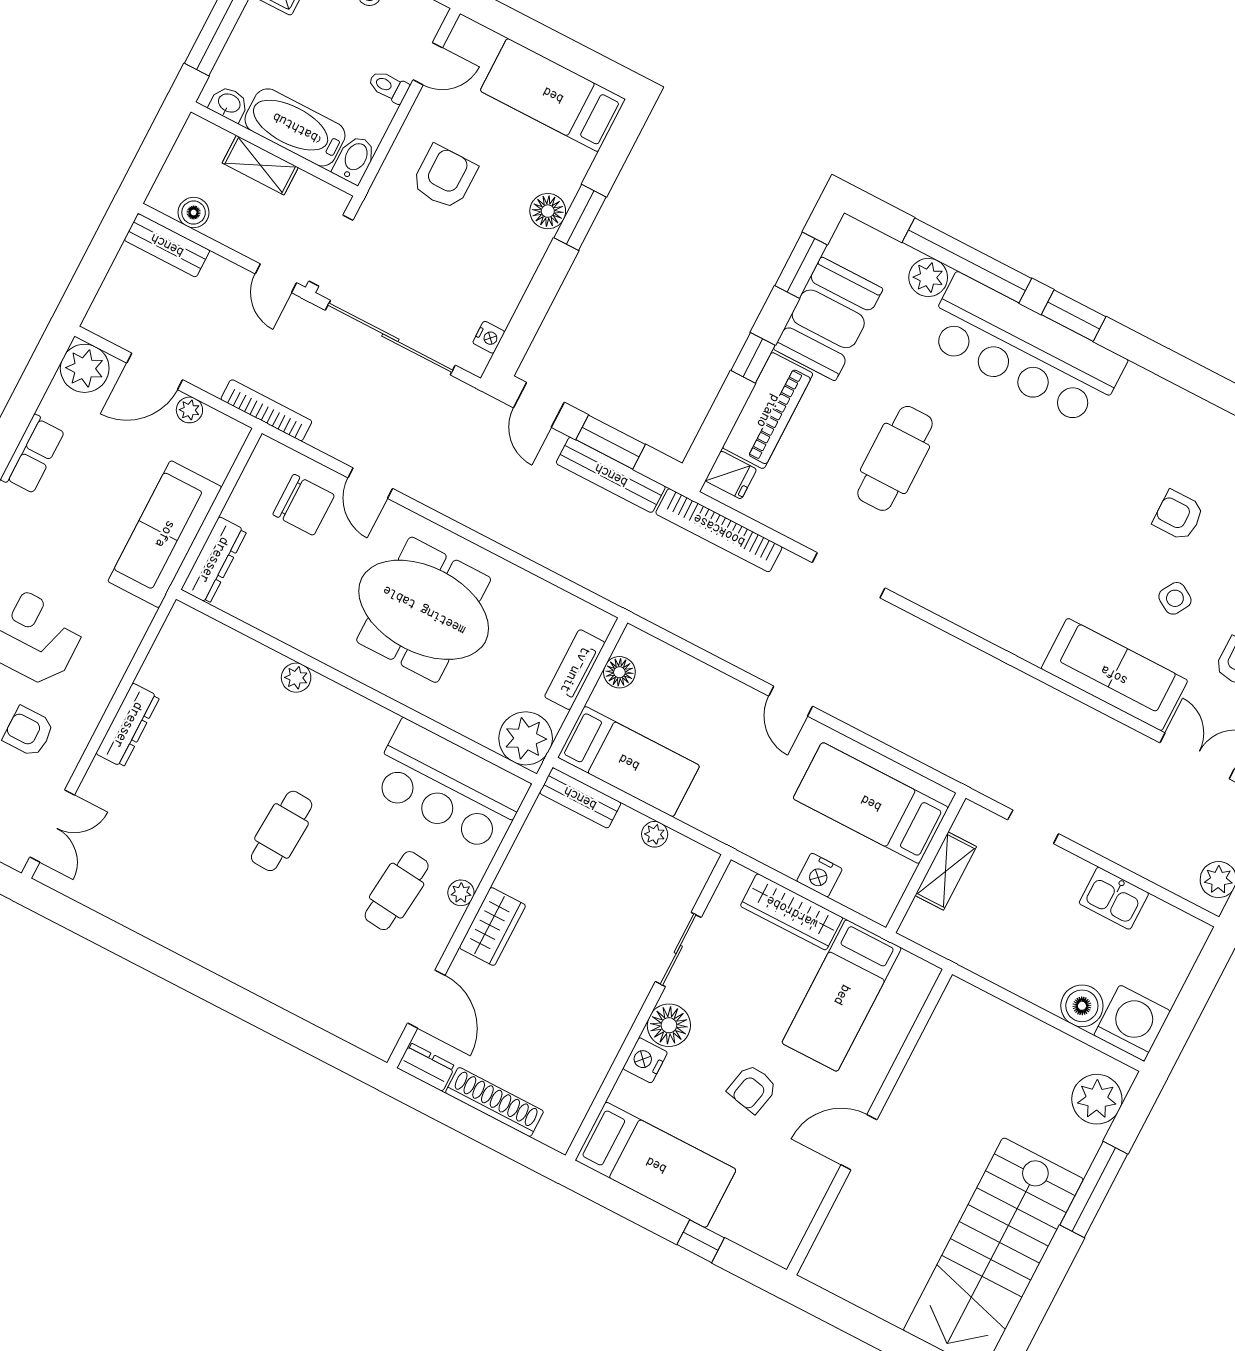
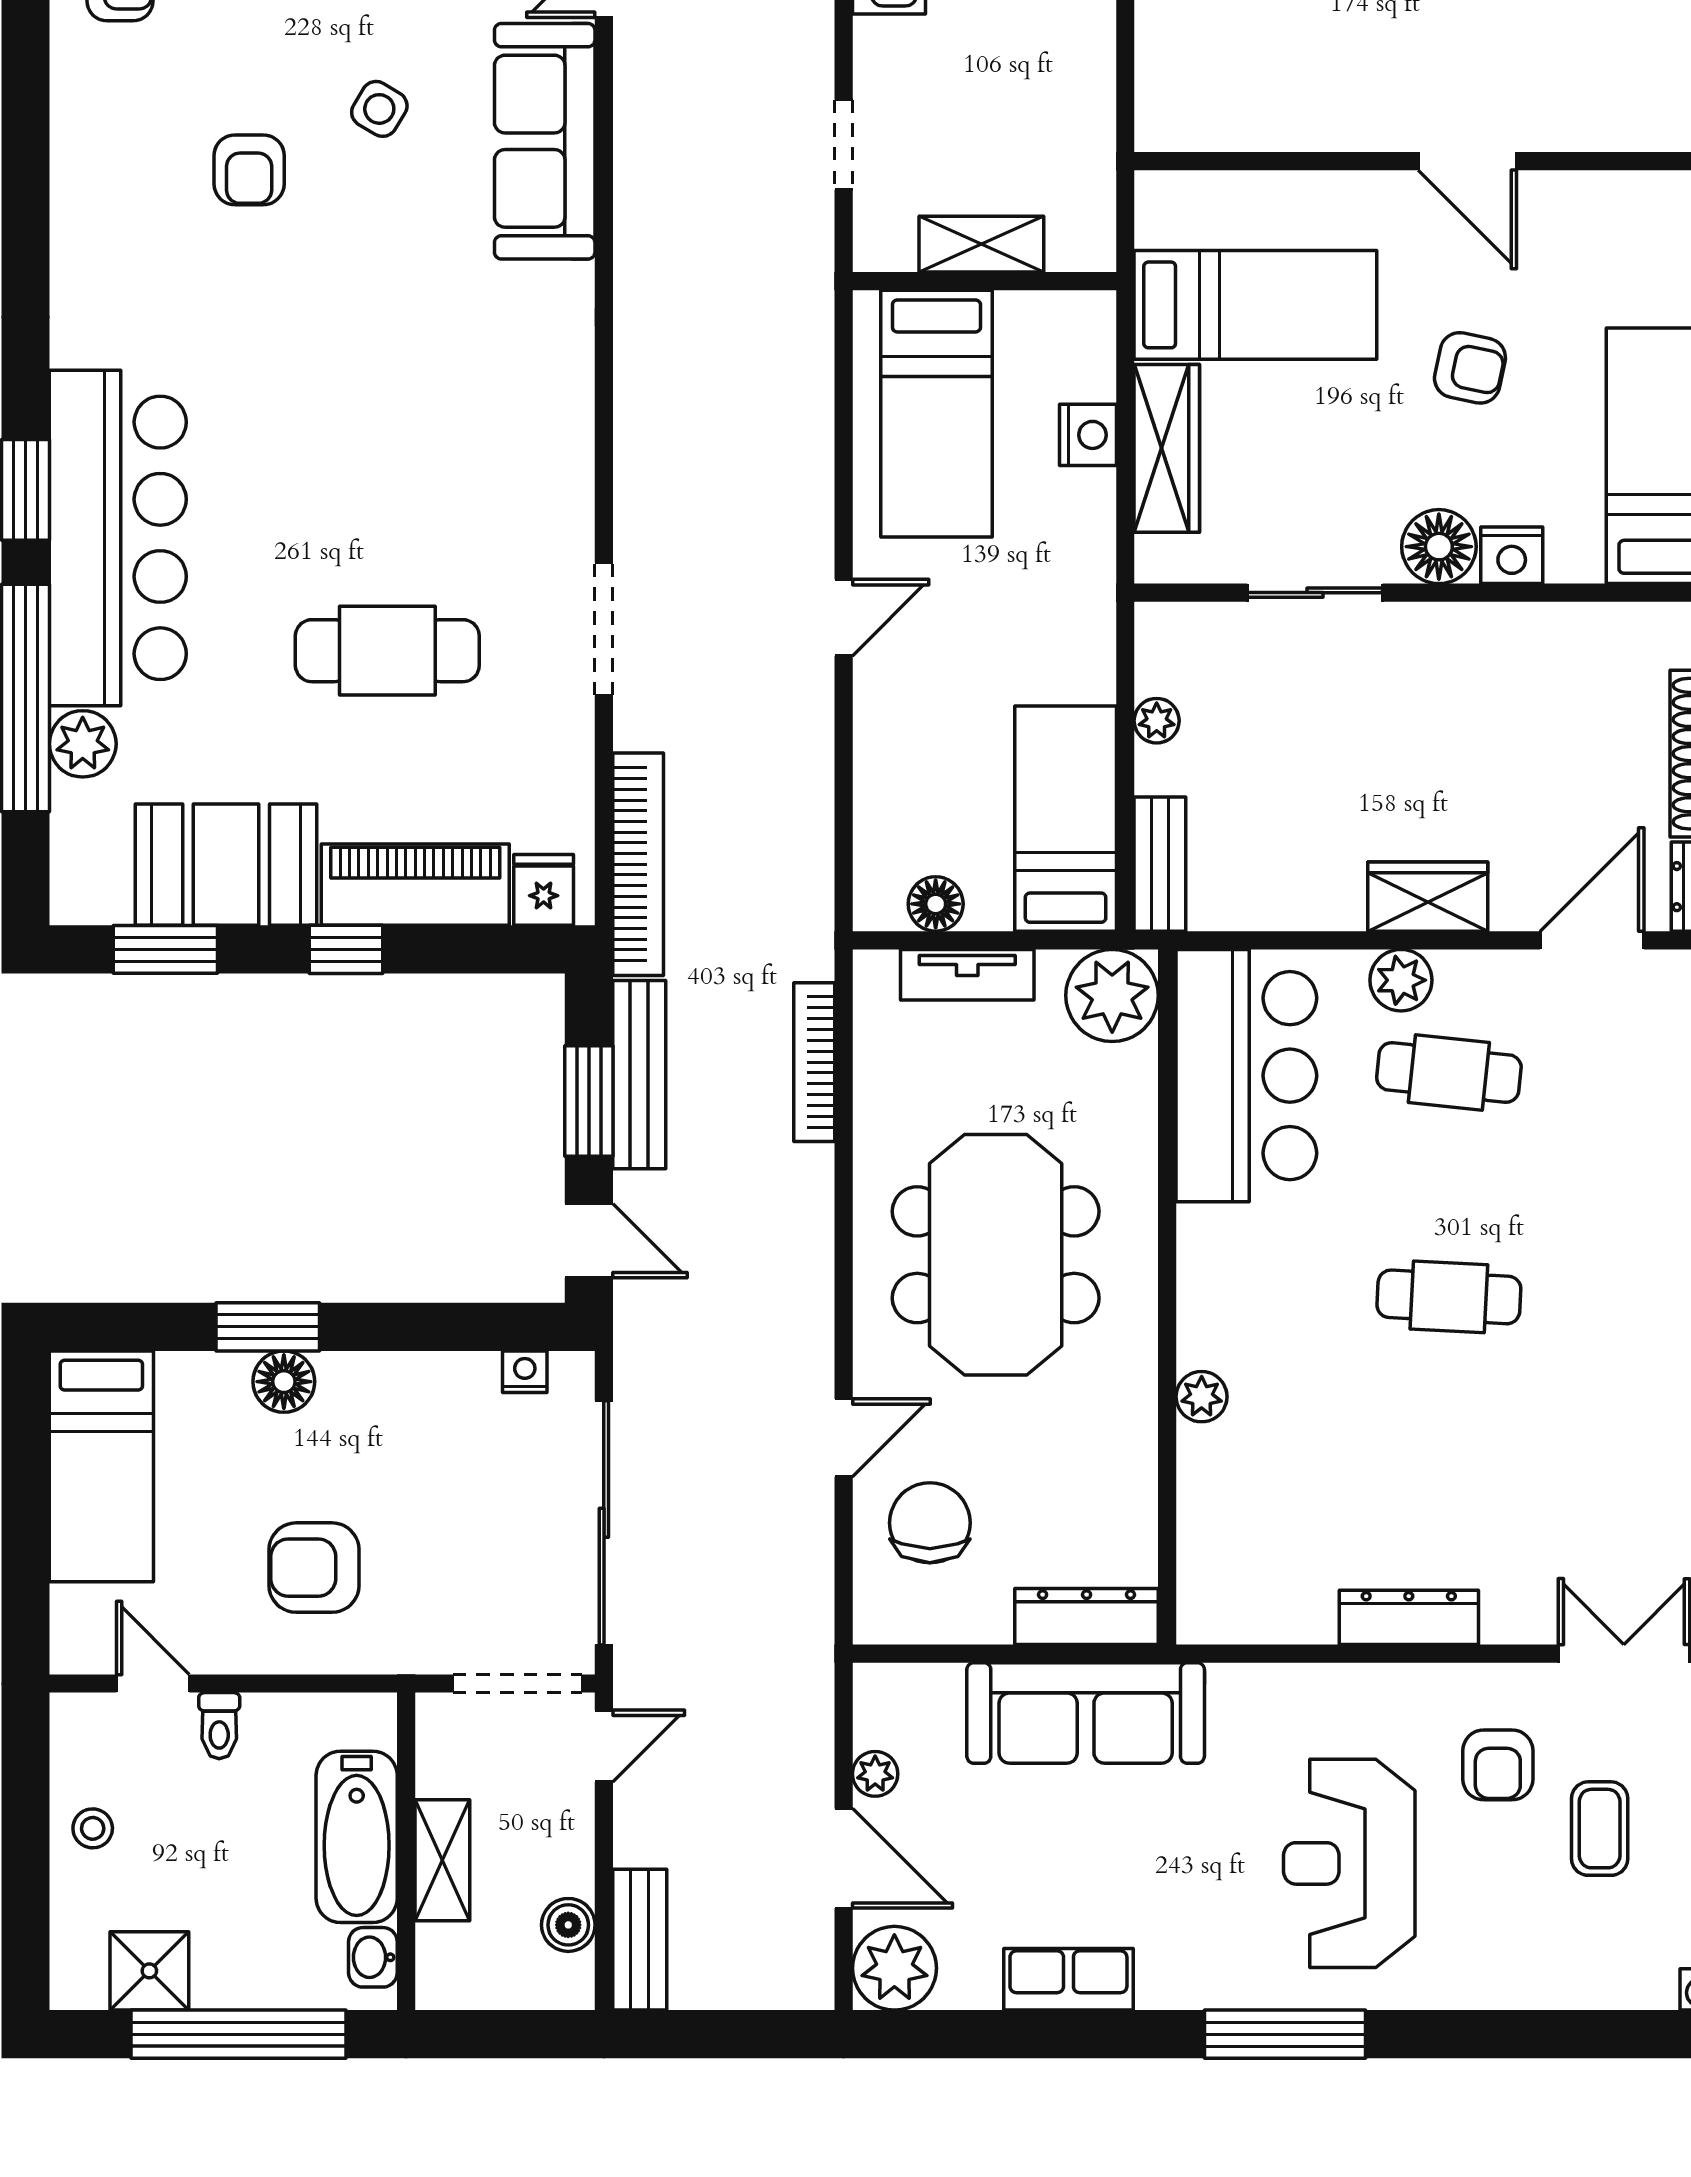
bidet: (355, 159) -> (358, 1720), removed
door: (539, 405) -> (589, 1241), hinge flipped
bookcase: (266, 410) -> (814, 1062), moved
plant: (461, 893) -> (1401, 980), width x1.38, depth x1.38

